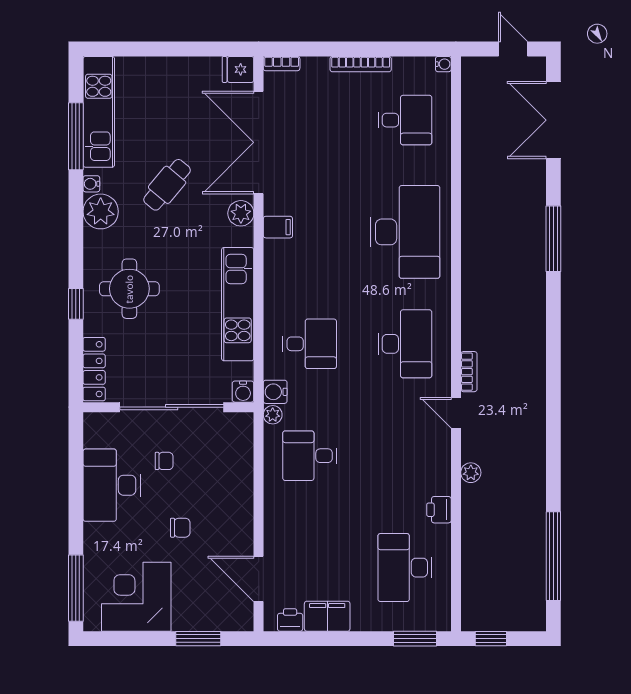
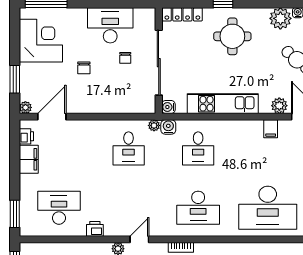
door: (456, 413) -> (139, 239), moved
desk: (310, 456) -> (129, 148), turned 180
plant: (244, 621) -> (25, 107), added

